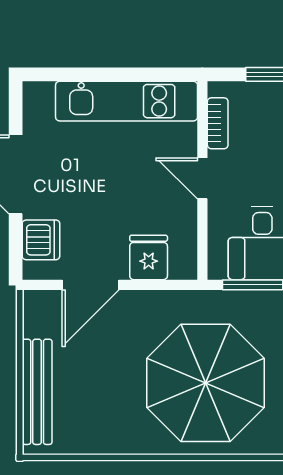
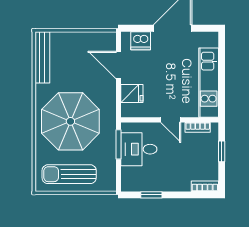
door: (202, 178) -> (171, 120), swing flipped
bench: (37, 392) -> (42, 57), moved, turned 90

